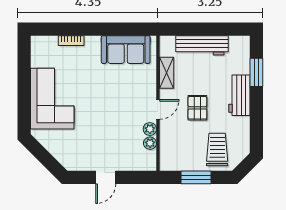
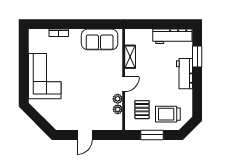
workbench: (202, 45) -> (172, 36), moved
pallet: (197, 108) -> (142, 110), moved
trolley: (217, 150) -> (168, 114), turned -90

